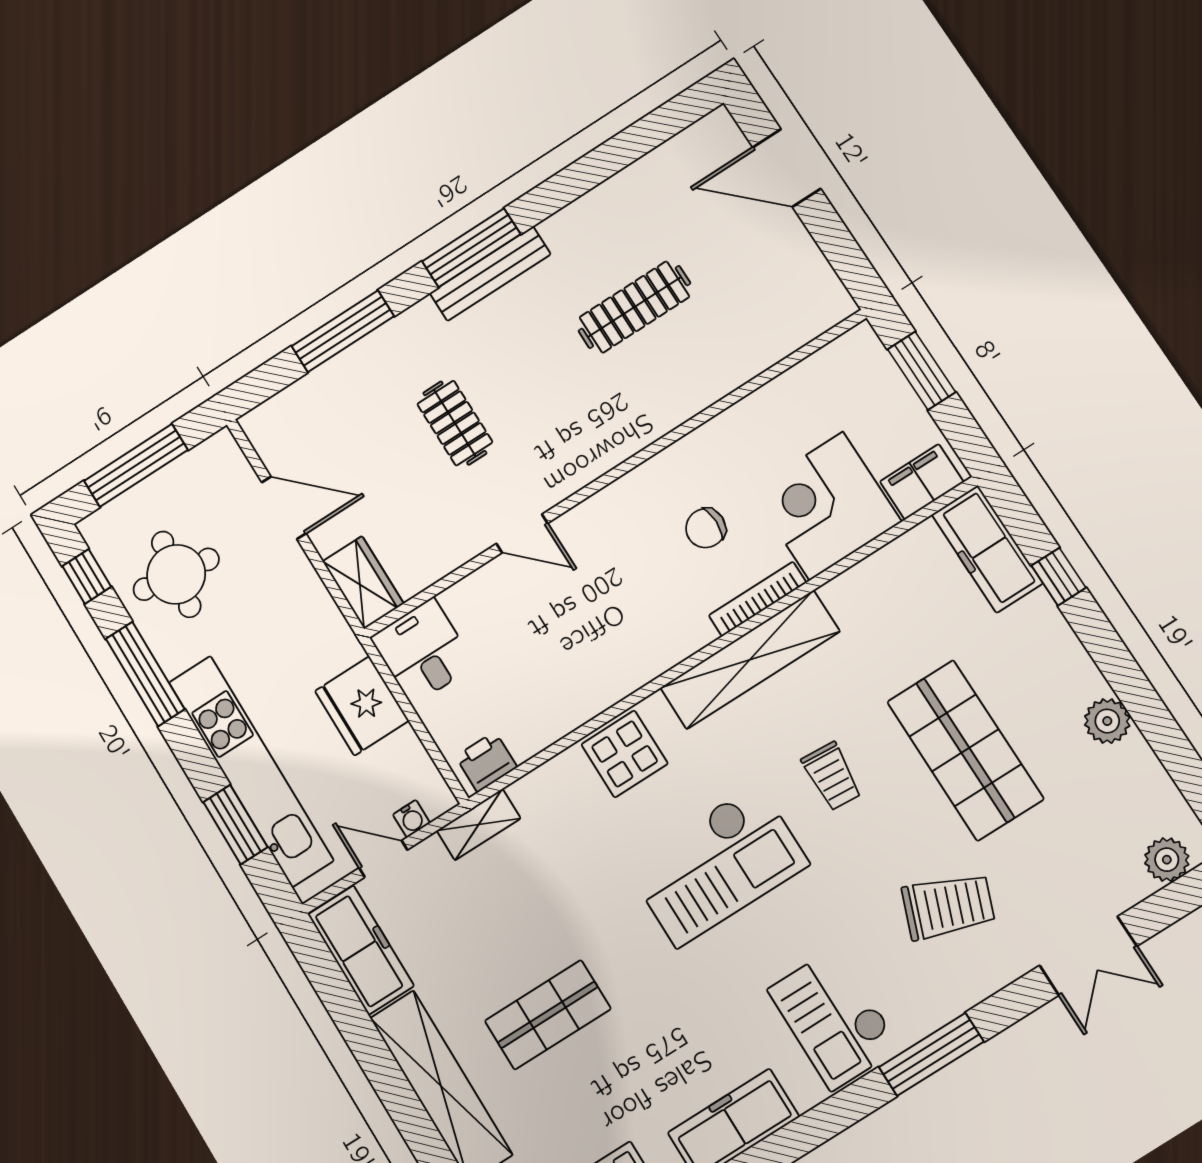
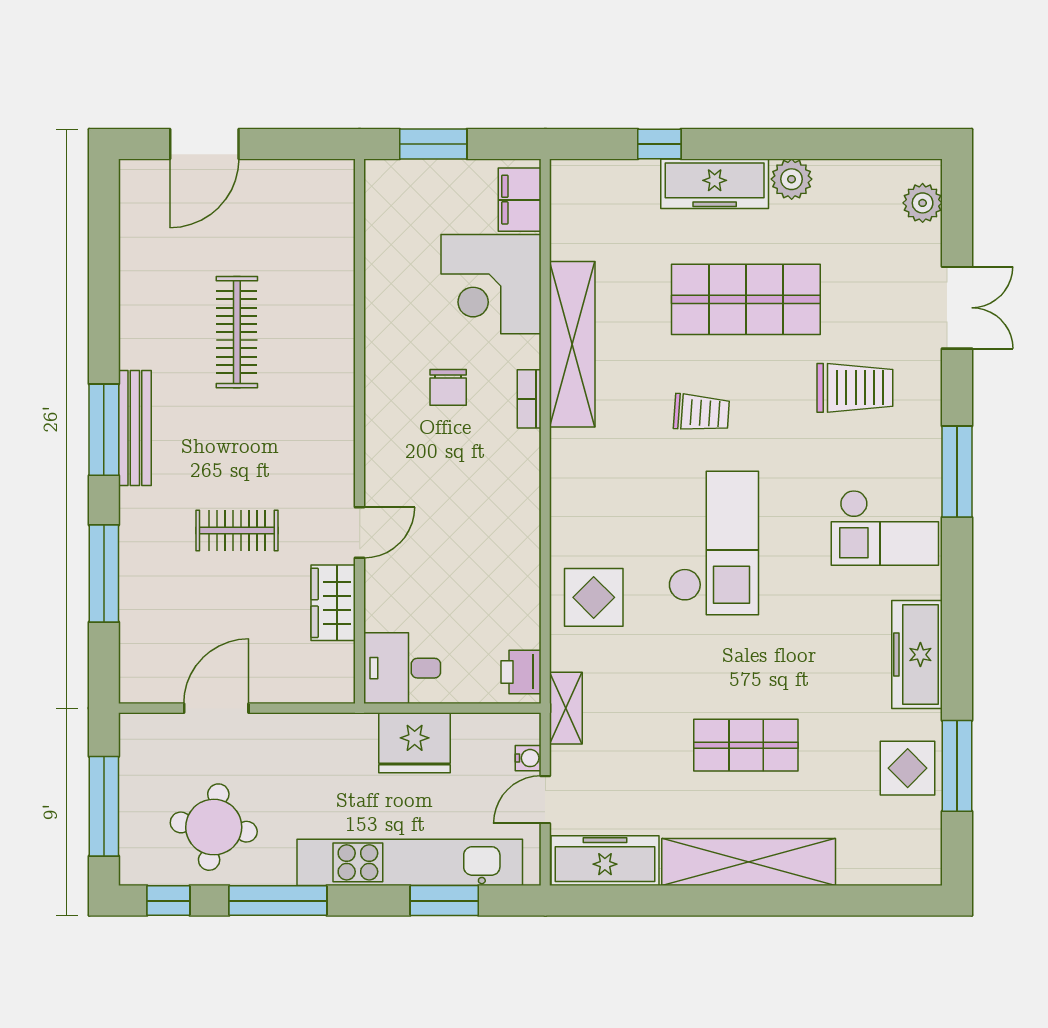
freezer: (987, 549) -> (715, 184), moved
wardrobe: (363, 582) -> (333, 603), moved, turned -90
bookcase: (758, 599) -> (529, 399), width x0.64
shelving: (750, 660) -> (572, 344), moved
display table: (625, 754) -> (594, 597), moved
trolley: (948, 906) -> (855, 388), turned 69
shop shelf: (548, 1015) -> (746, 745), turned 90

